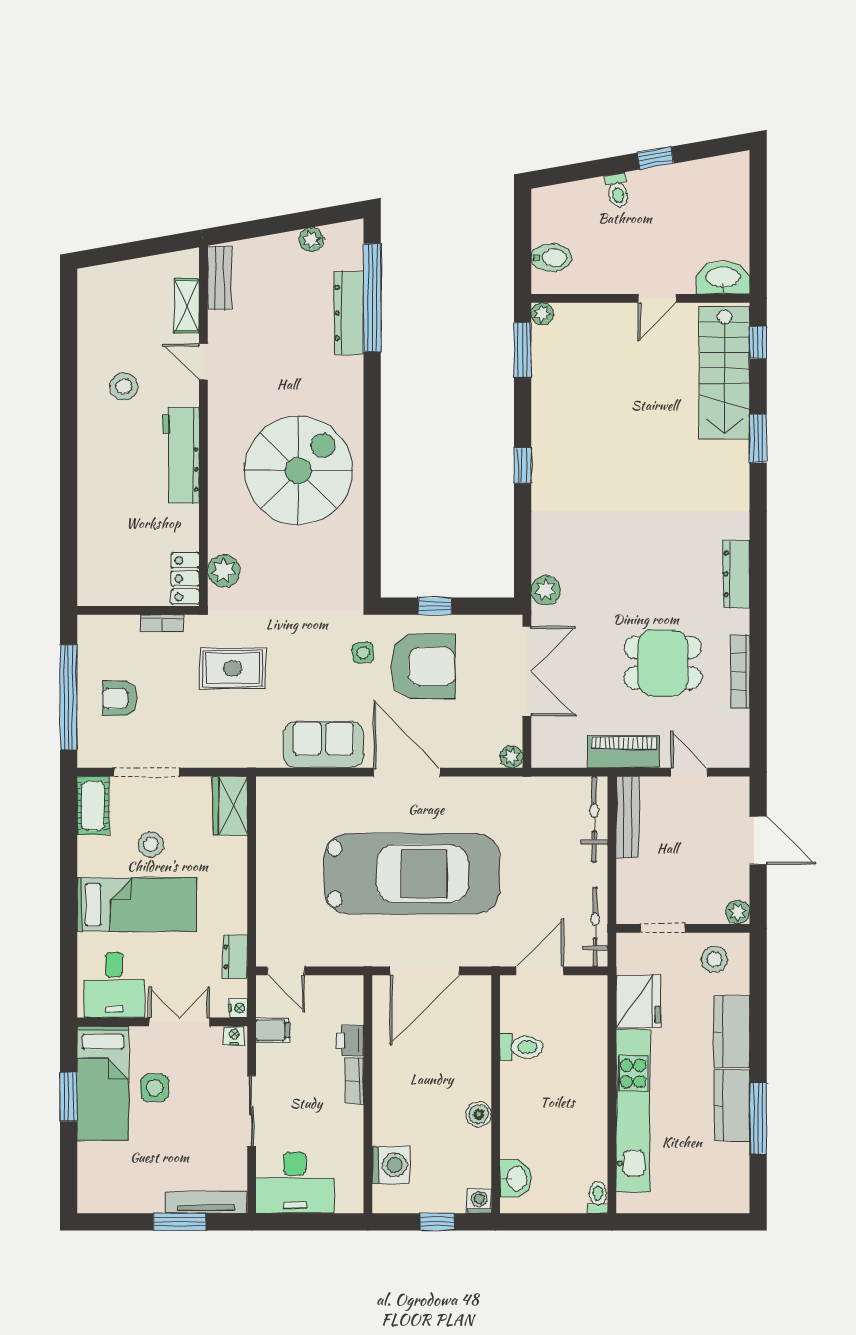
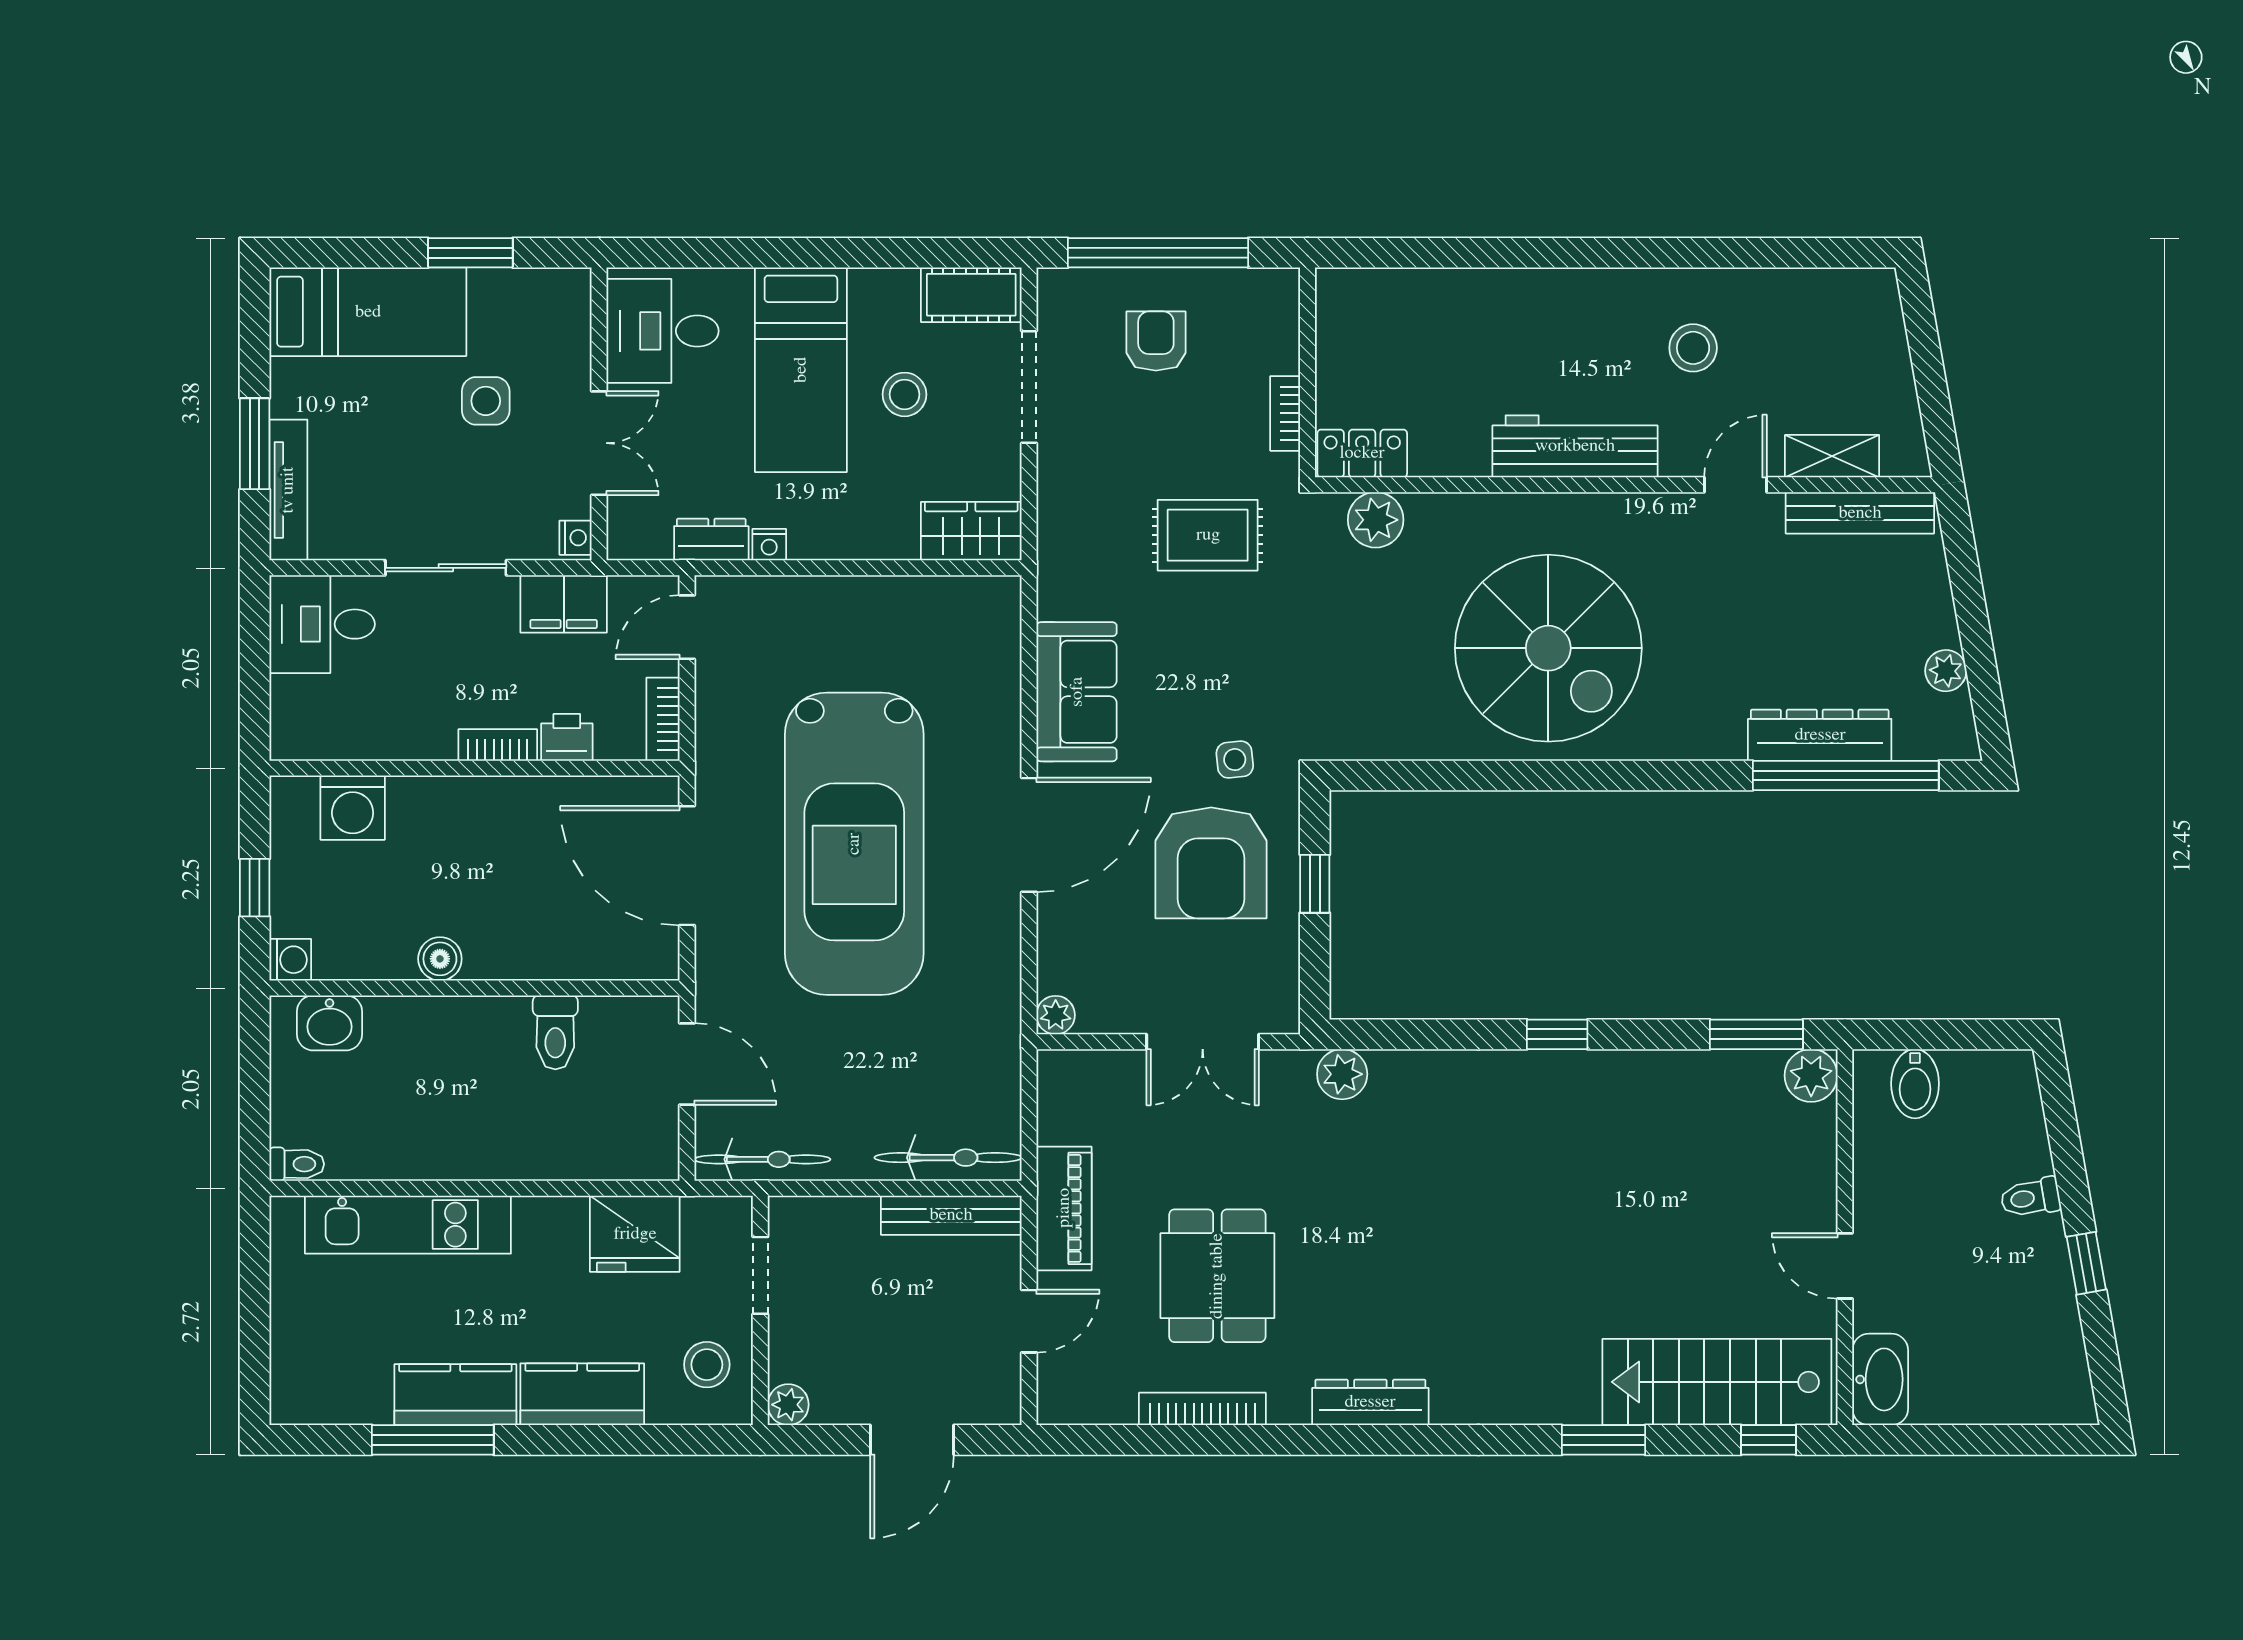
bench: (220, 278) -> (1860, 513), width x1.36
plant: (542, 314) -> (1811, 1075), width x1.38, depth x1.38
rug: (233, 668) -> (1208, 535), turned 90
double door: (527, 671) -> (1203, 1042), width x0.73
bookcase: (340, 985) -> (663, 719), added
nightstand: (238, 1008) -> (769, 545), moved
filing cabinet: (273, 1030) -> (564, 604), width x2.00
bed: (103, 1083) -> (368, 312), moved, turned 180
kitchen unit: (633, 1111) -> (408, 1225), width x0.73
desk: (295, 1183) -> (322, 624), width x0.73

